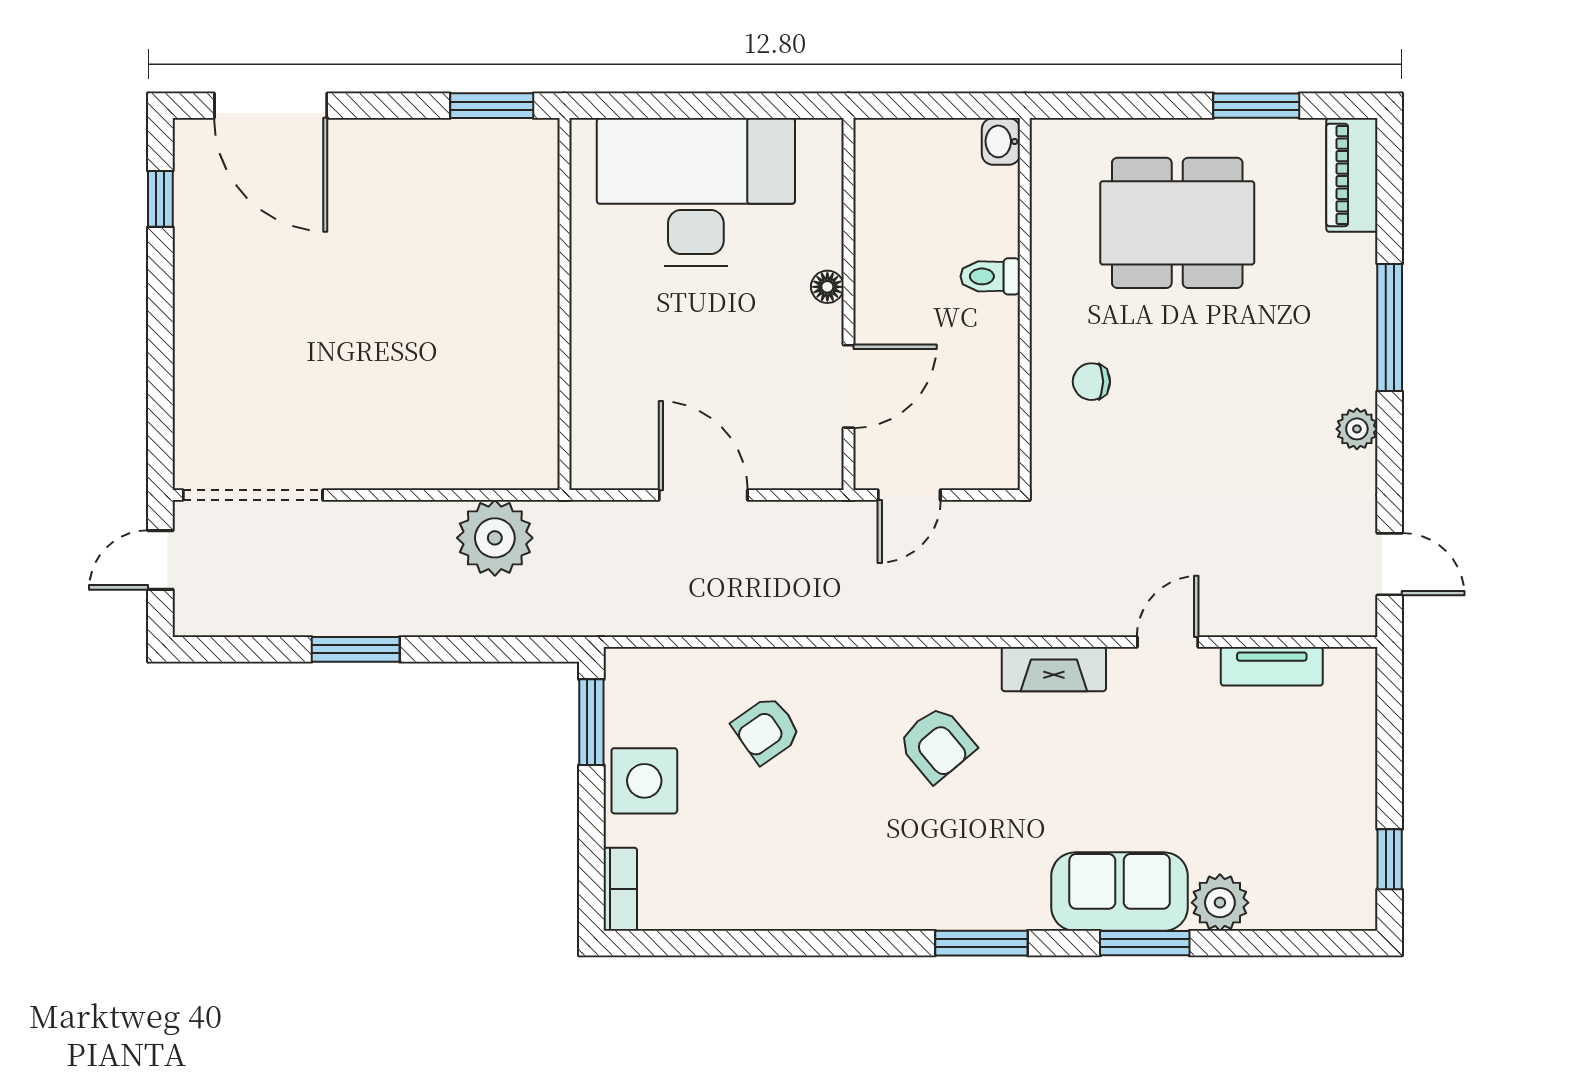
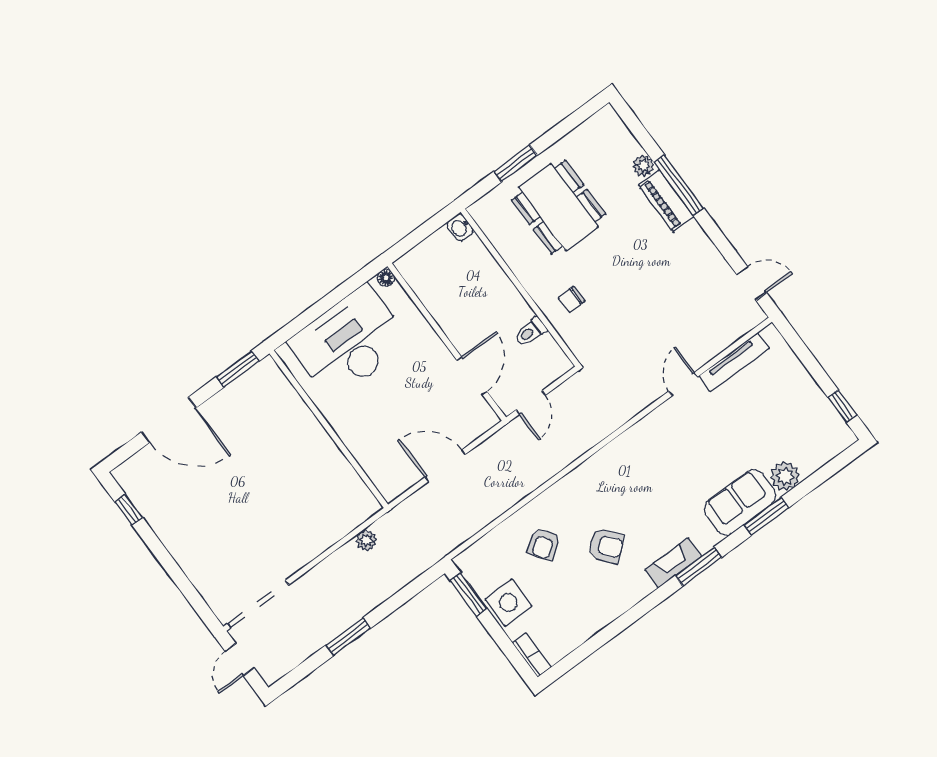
door: (271, 106) -> (169, 420), moved
window: (1256, 106) -> (516, 163), moved
piano: (1352, 175) -> (666, 201), moved
dining table: (1177, 223) -> (558, 207), turned 90
toilet: (990, 276) -> (530, 332), moved
floor lamp: (827, 287) -> (386, 278), moved
plant: (1357, 429) -> (643, 166), moved
plant: (495, 538) -> (366, 540), width x0.53, depth x0.53
tv unit: (1272, 666) -> (734, 362), width x1.41
fireplace: (1054, 669) -> (673, 563), moved, turned 180
armchair: (937, 744) -> (606, 546), moved

